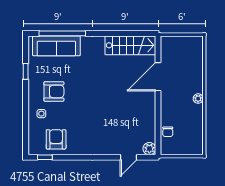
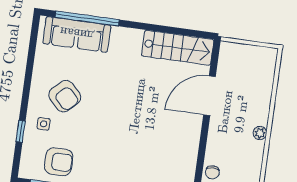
window: (26, 71) -> (21, 131), moved
armchair: (54, 91) -> (65, 96), turned 45
armchair: (56, 139) -> (59, 162), turned 90

